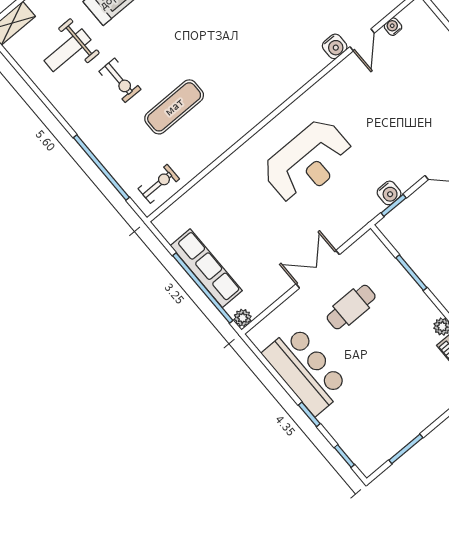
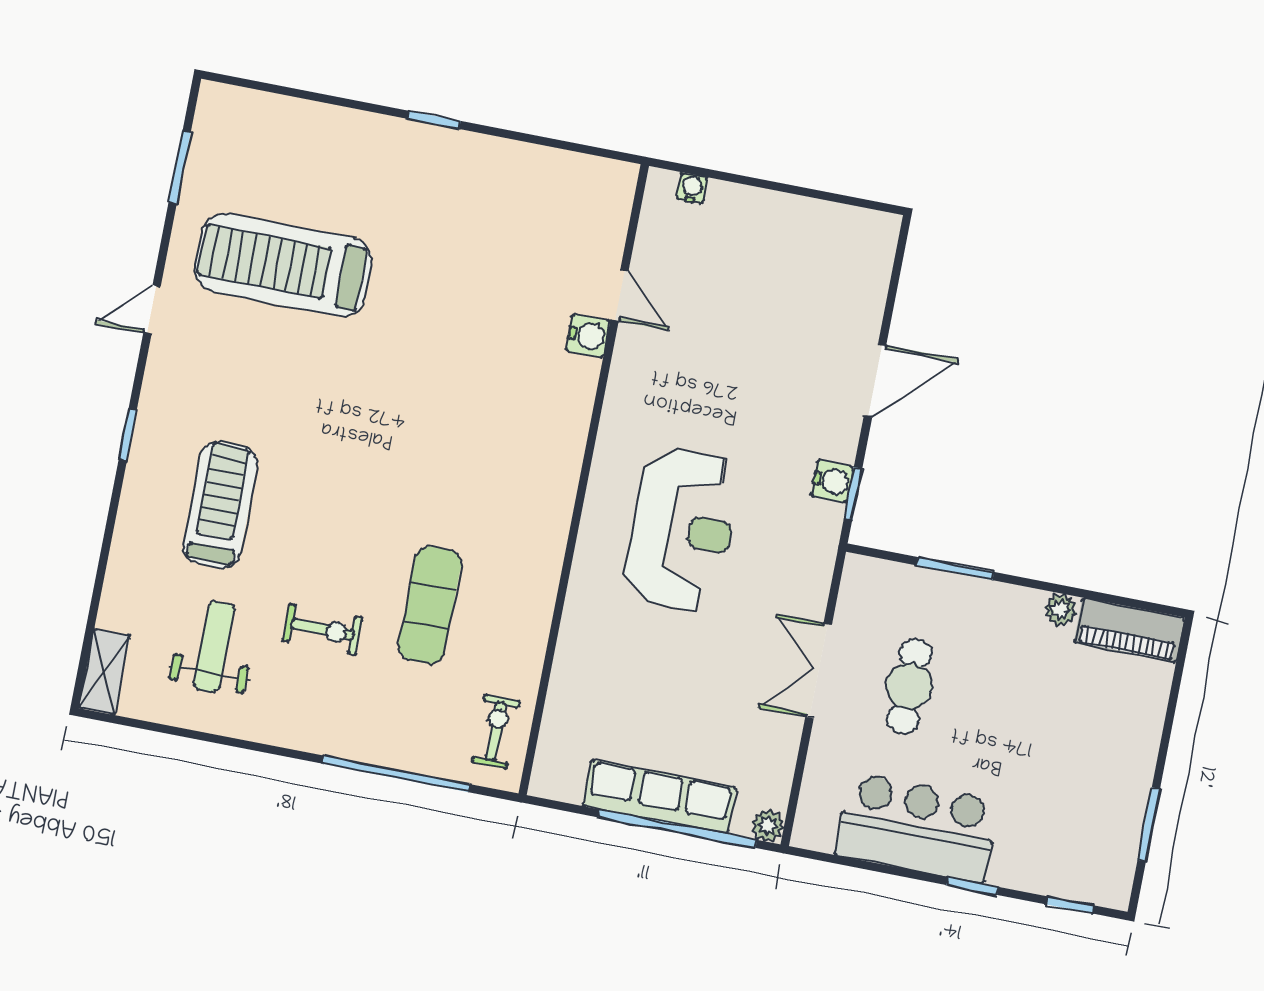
water cooler: (393, 27) -> (692, 188), moved, turned 90
weight bench: (67, 50) -> (214, 647), turned 180

